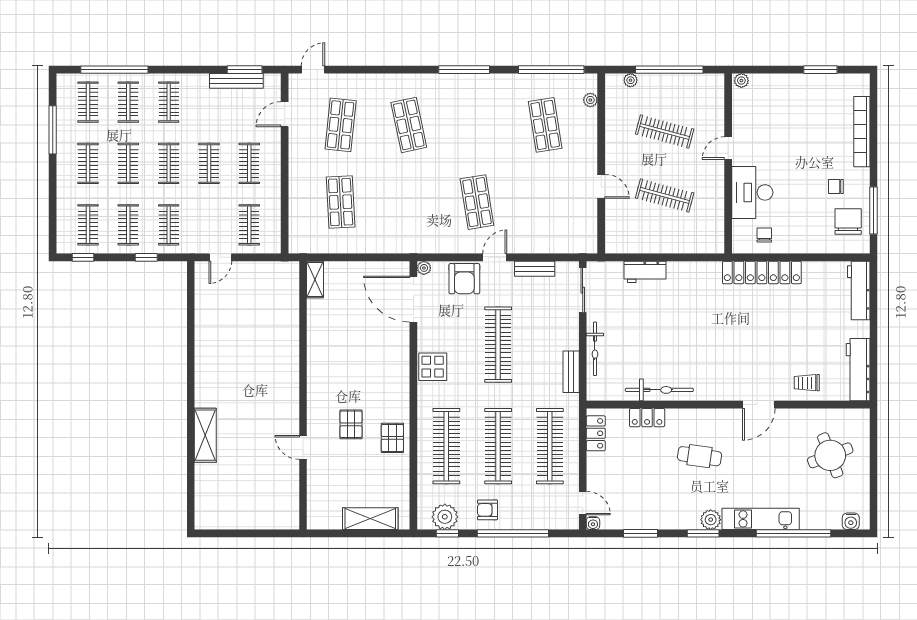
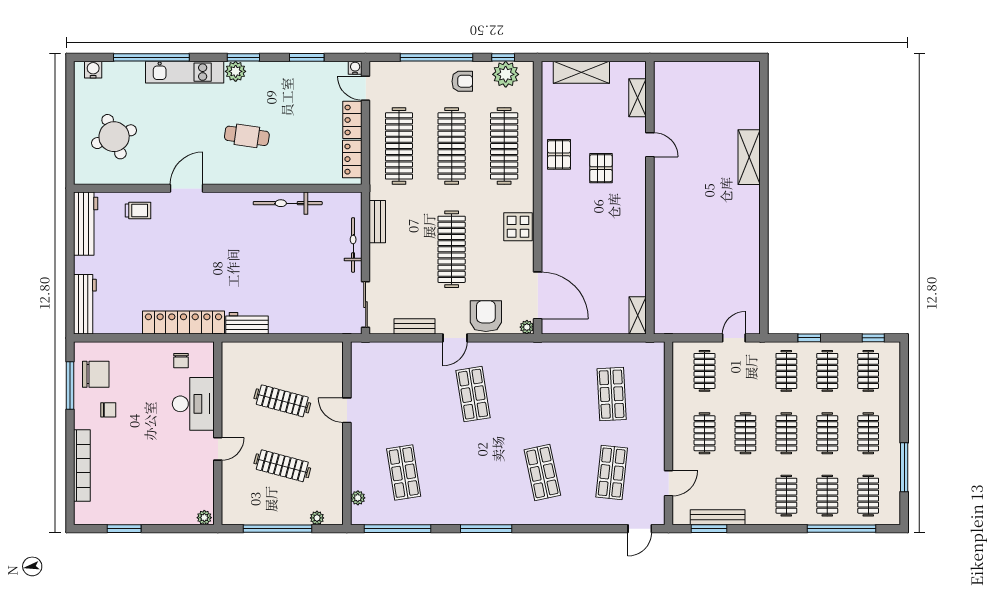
chair: (848, 221) -> (96, 374), turned -90
workbench: (645, 272) -> (247, 323), moved
locker: (647, 418) -> (352, 120), moved, turned -90
shelving: (315, 494) -> (637, 98), added

